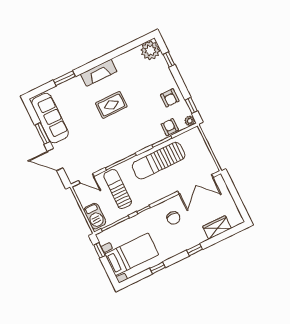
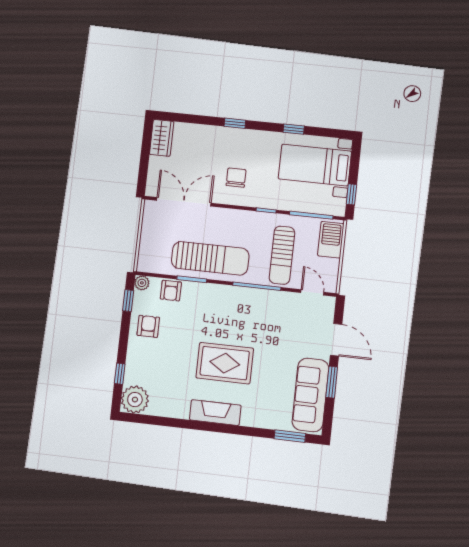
window: (64, 78) -> (290, 436), moved
rug: (111, 105) -> (225, 363), width x1.36, depth x1.43
wardrobe: (217, 227) -> (162, 138), moved, turned -90

